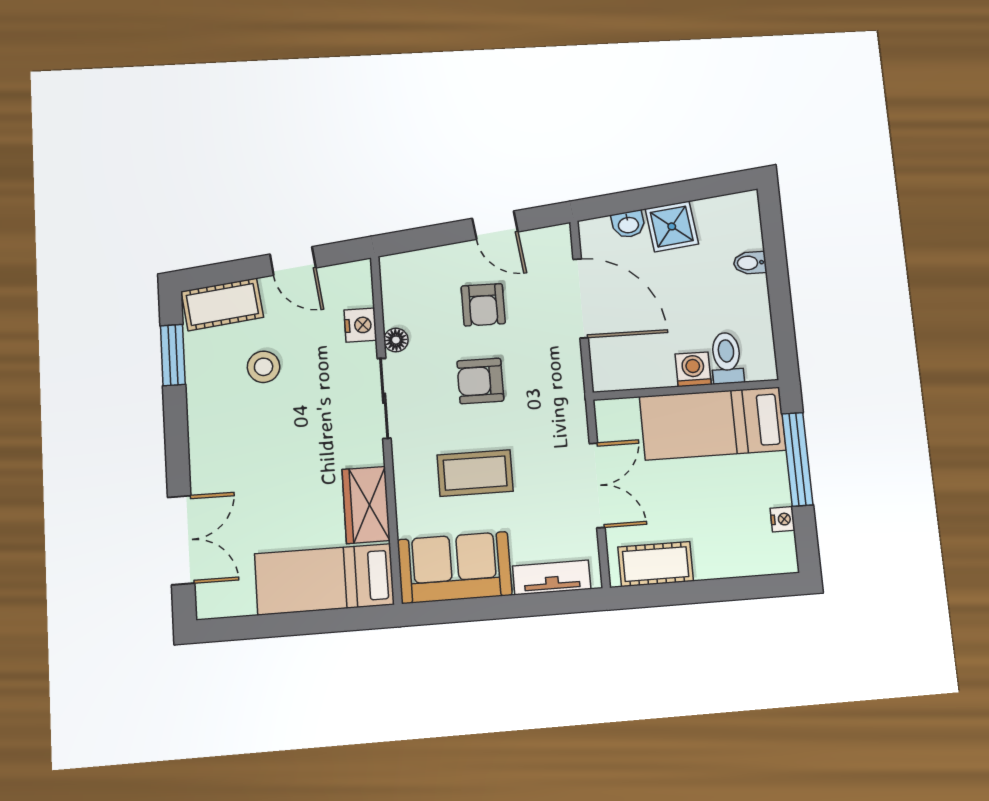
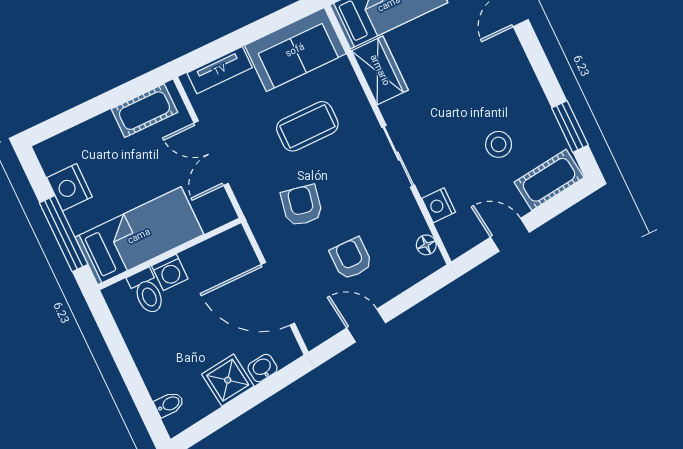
bidet: (750, 263) -> (169, 404), moved
floor lamp: (396, 340) -> (426, 245), moved
armchair: (480, 381) -> (302, 205), moved, turned -79
nightstand: (783, 519) -> (69, 187), width x1.89, depth x1.79

